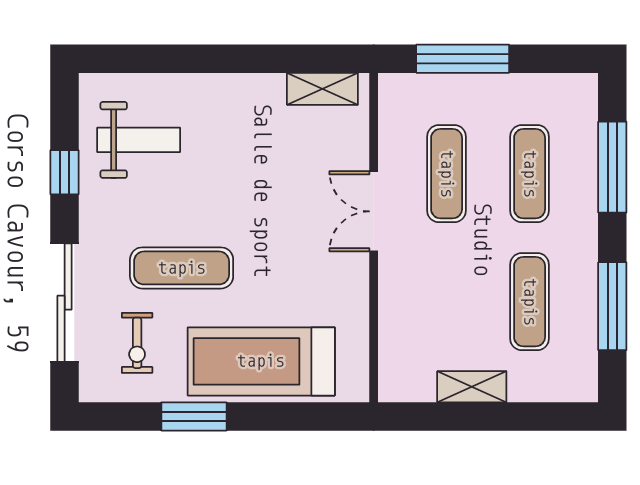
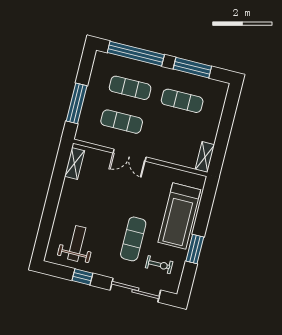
window: (612, 167) -> (136, 54), width x1.46
shelving: (472, 387) -> (205, 157), moved

